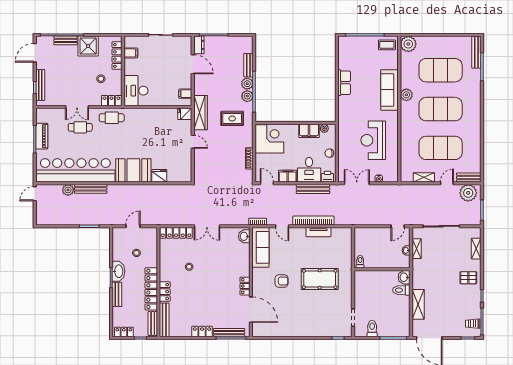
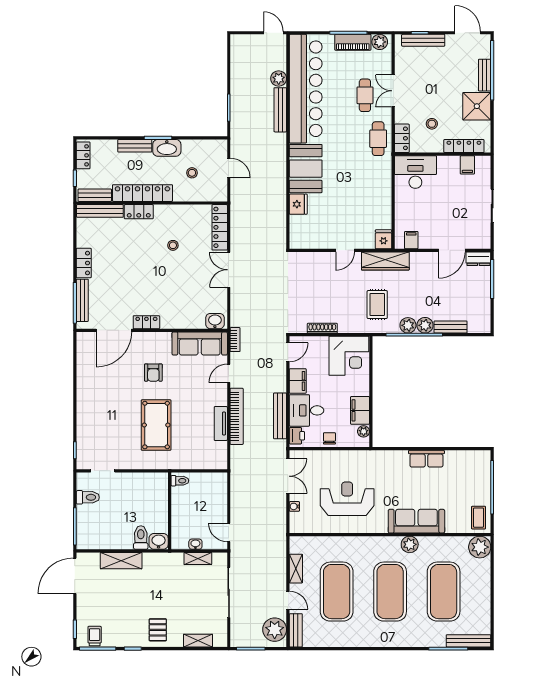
plant: (41, 117) -> (380, 42), added

